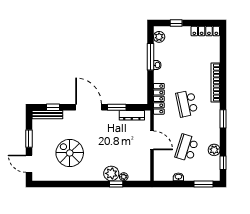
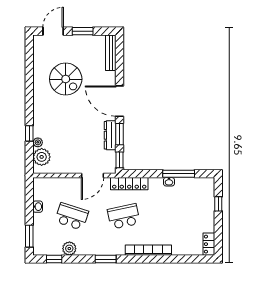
locker: (205, 31) -> (209, 244), width x0.66
plant: (159, 37) -> (202, 184), removed
window: (53, 107) -> (119, 160), moved
door: (89, 107) -> (119, 101), swing flipped
dresser: (132, 115) -> (110, 135), moved
door: (152, 140) -> (92, 176), moved
spiral stairs: (70, 153) -> (66, 79), turned 90
plant: (111, 173) -> (42, 157), moved

